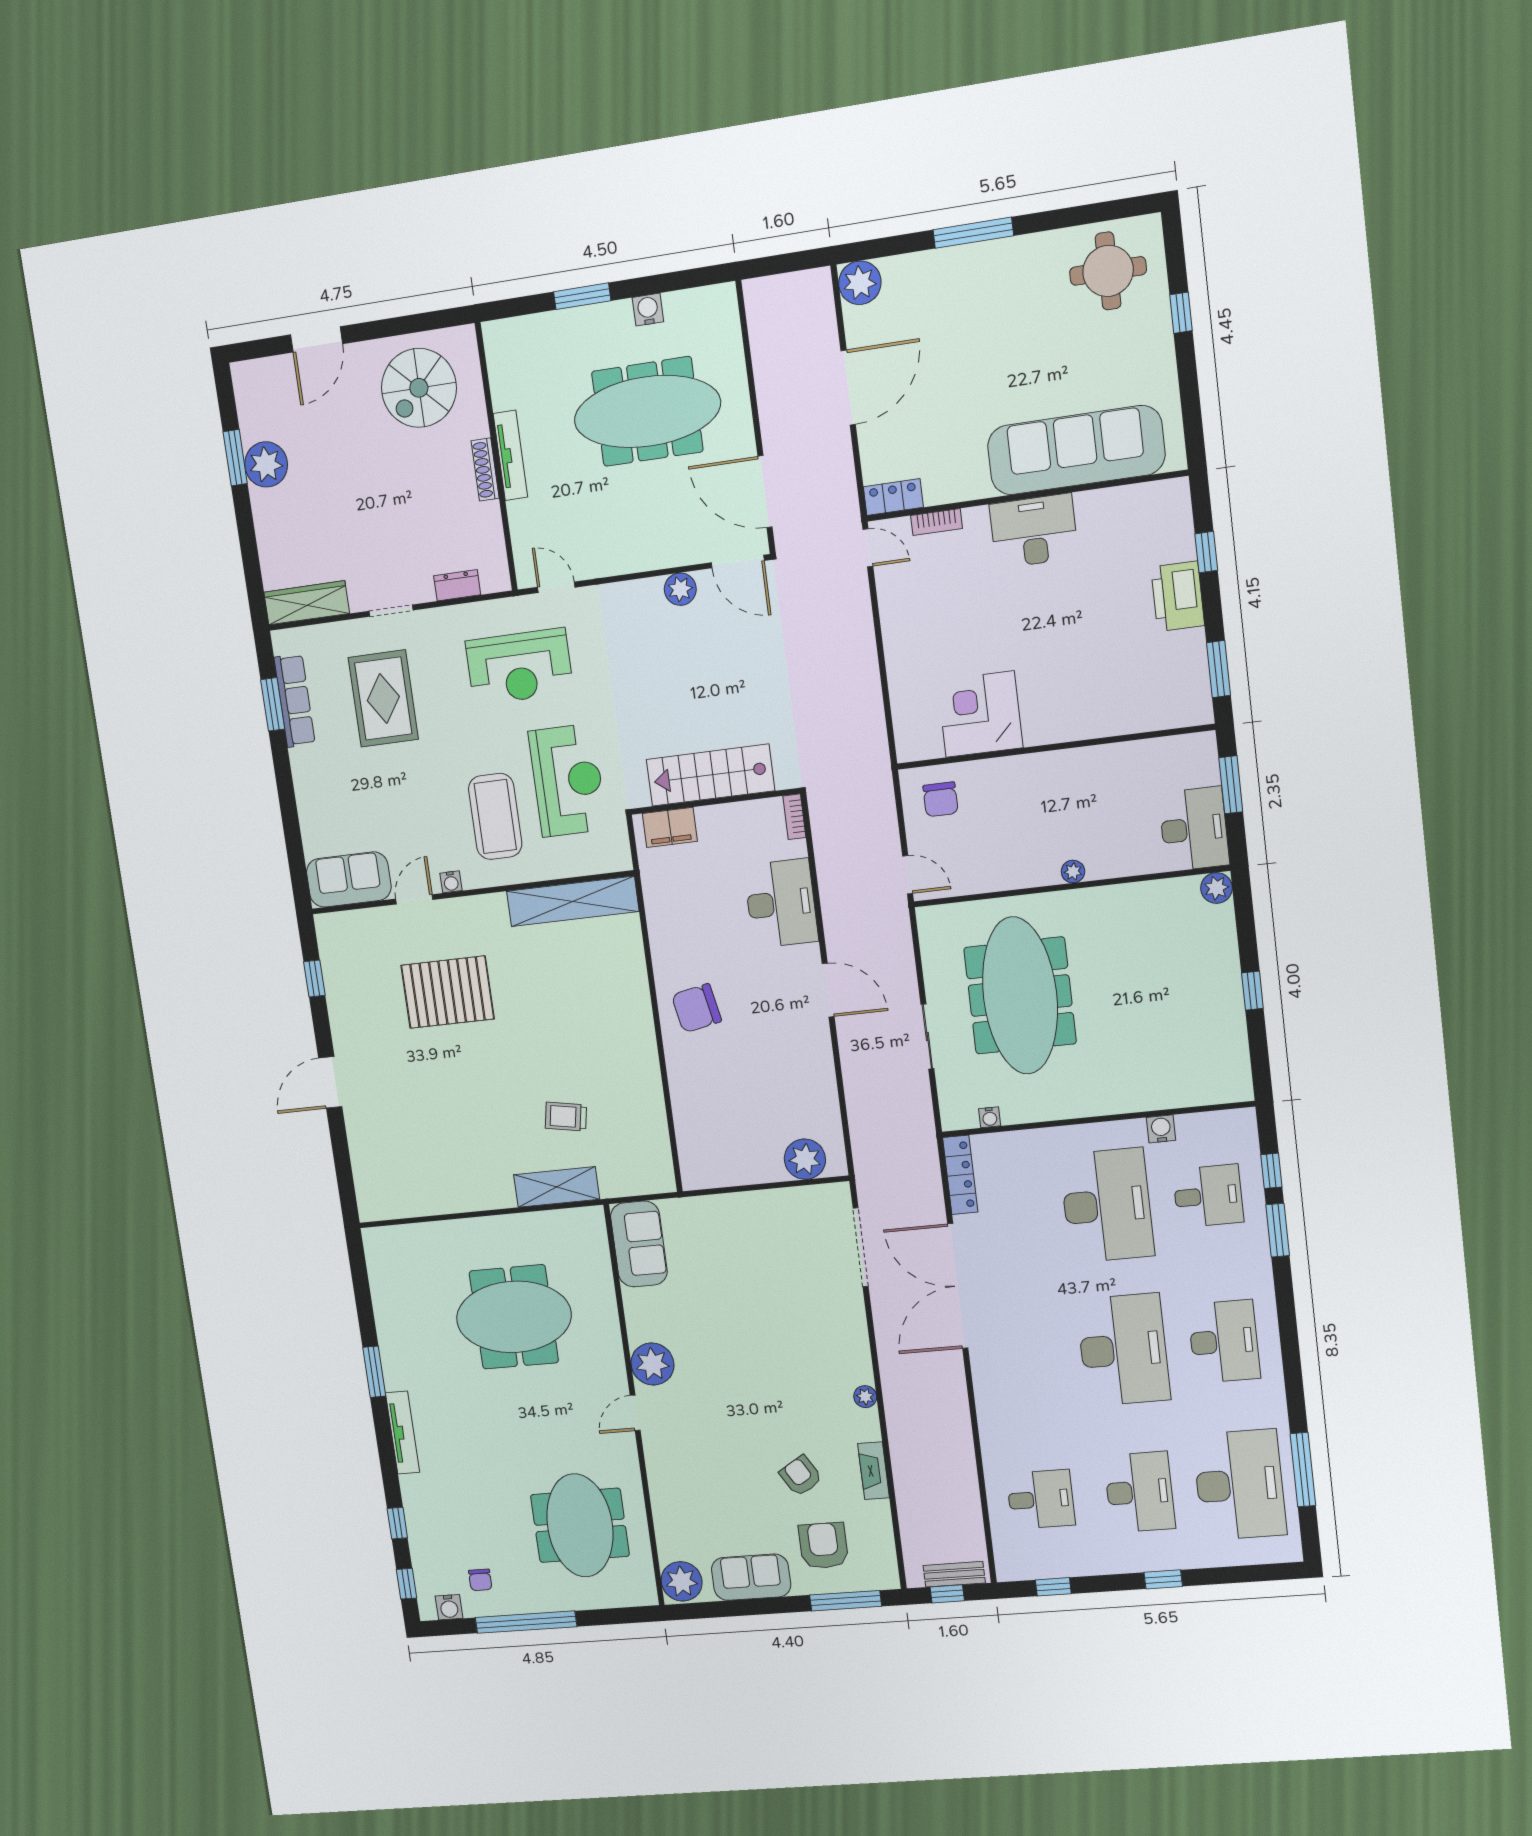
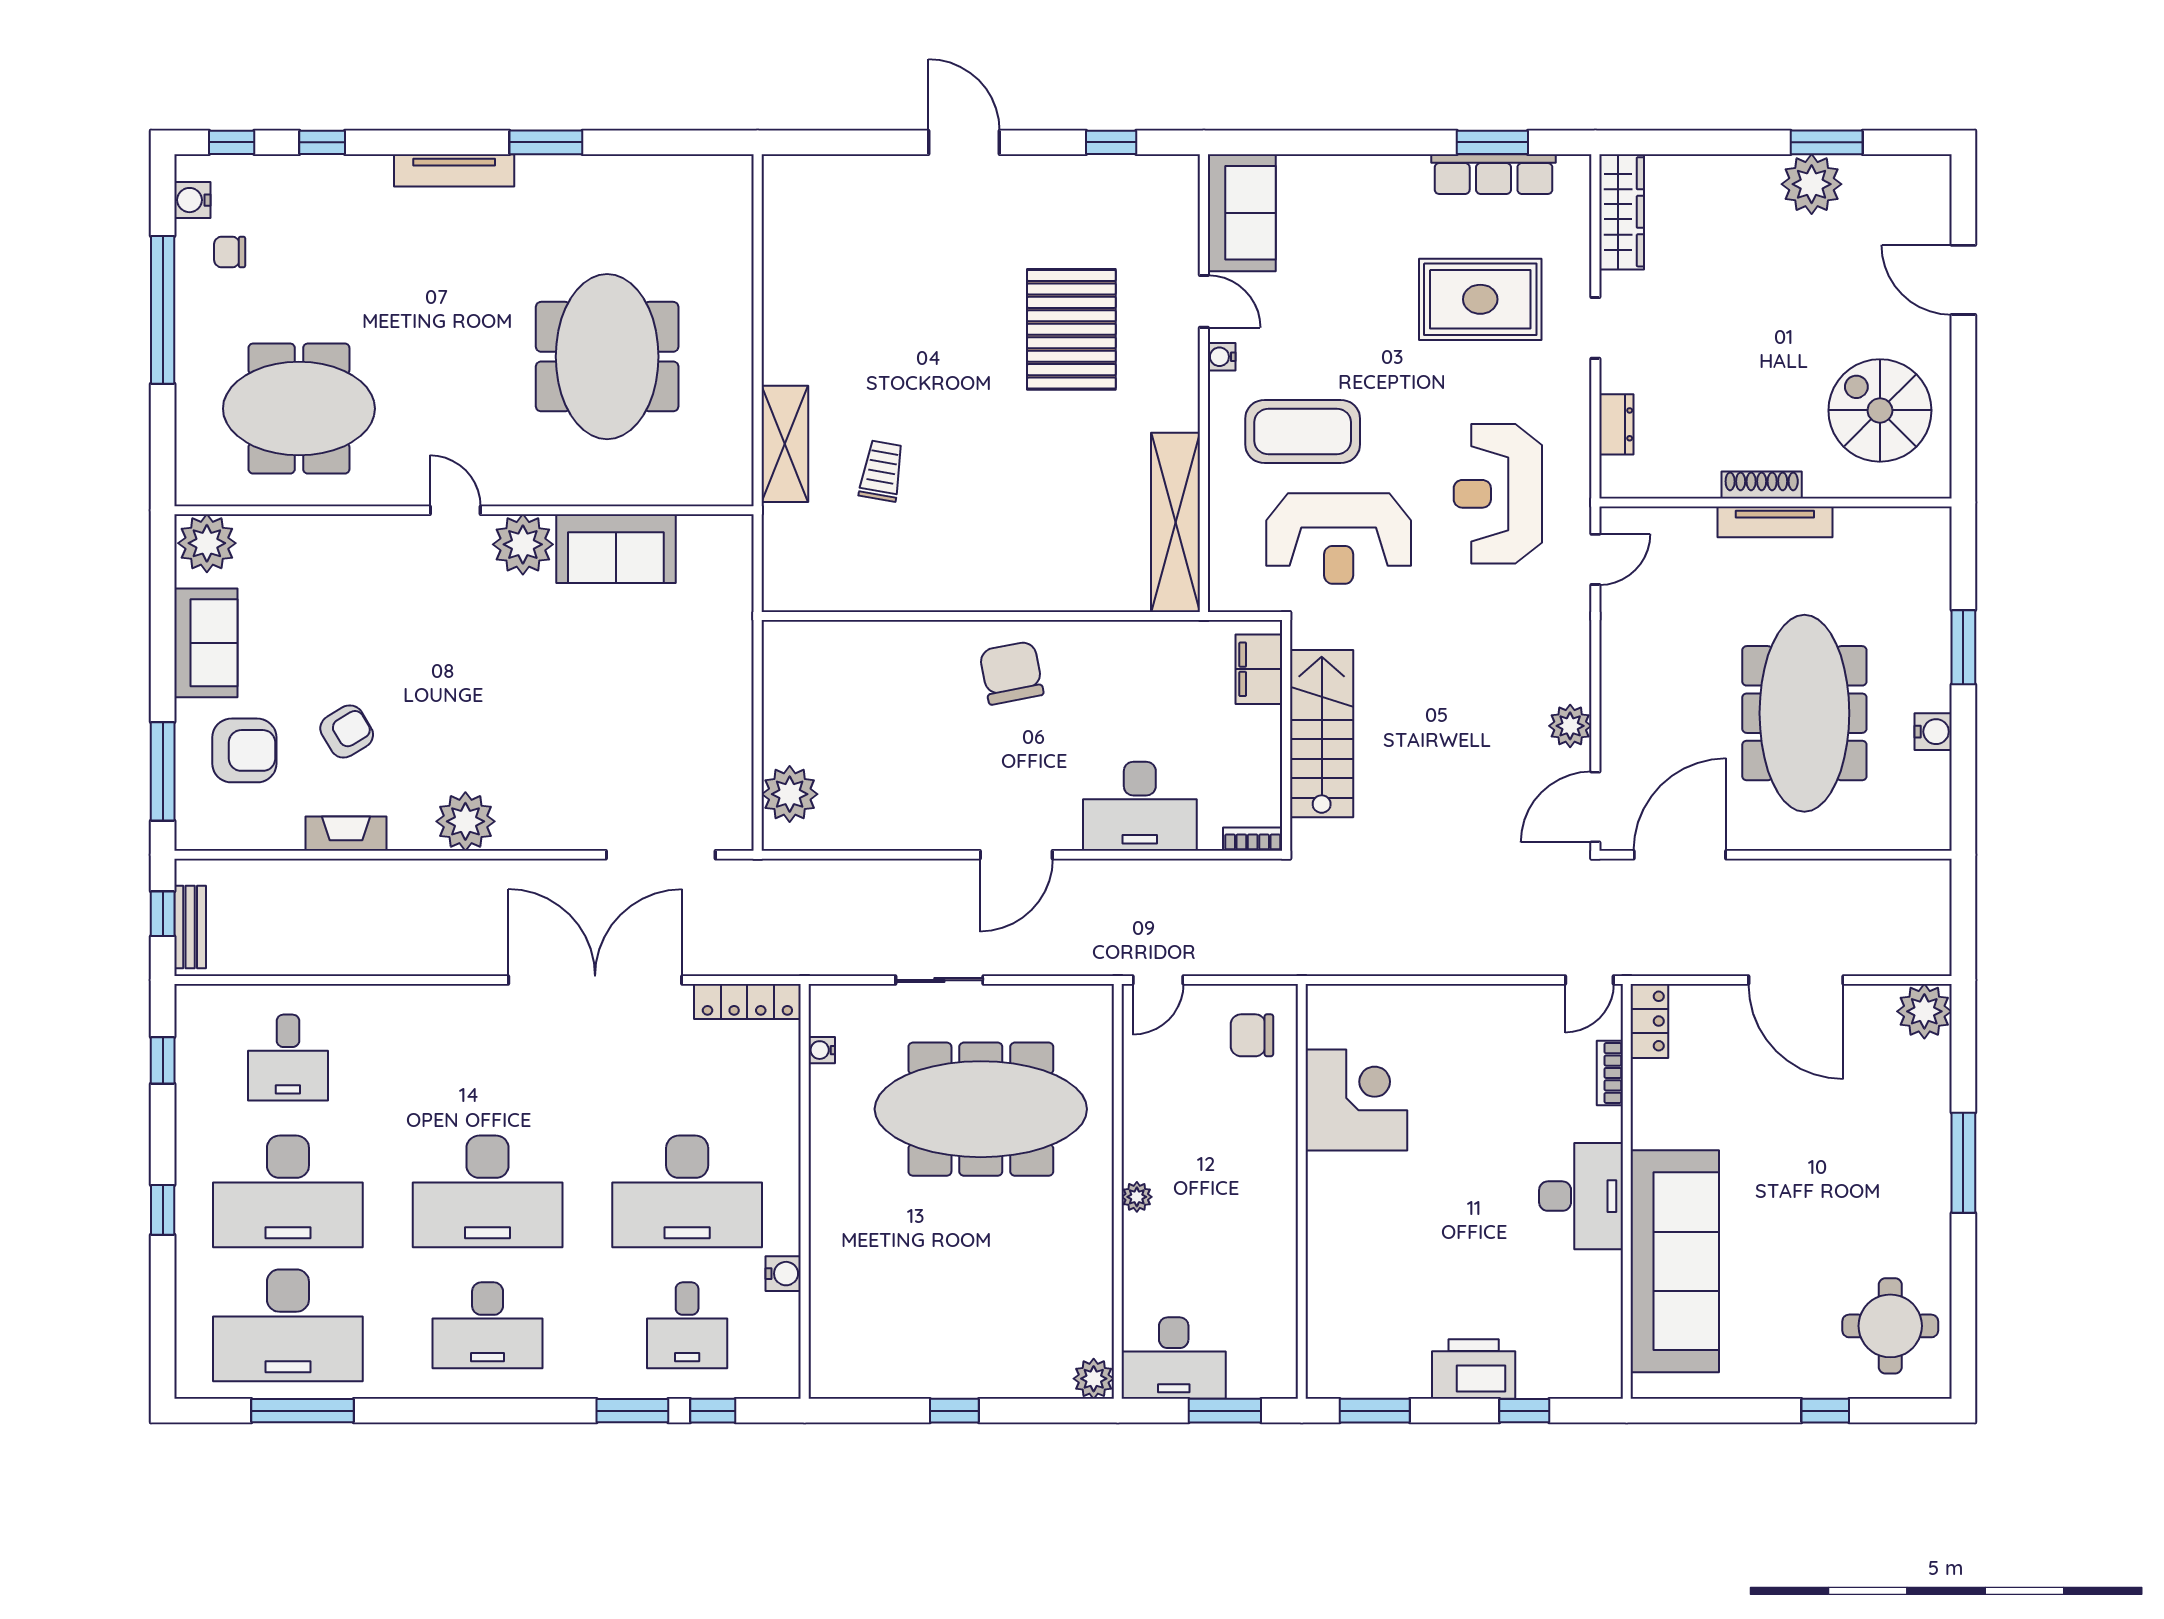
sofa: (639, 1244) -> (616, 549), moved
plant: (865, 1397) -> (465, 821), width x1.88, depth x1.88
desk: (1139, 1492) -> (288, 1191), width x1.36, depth x1.30

